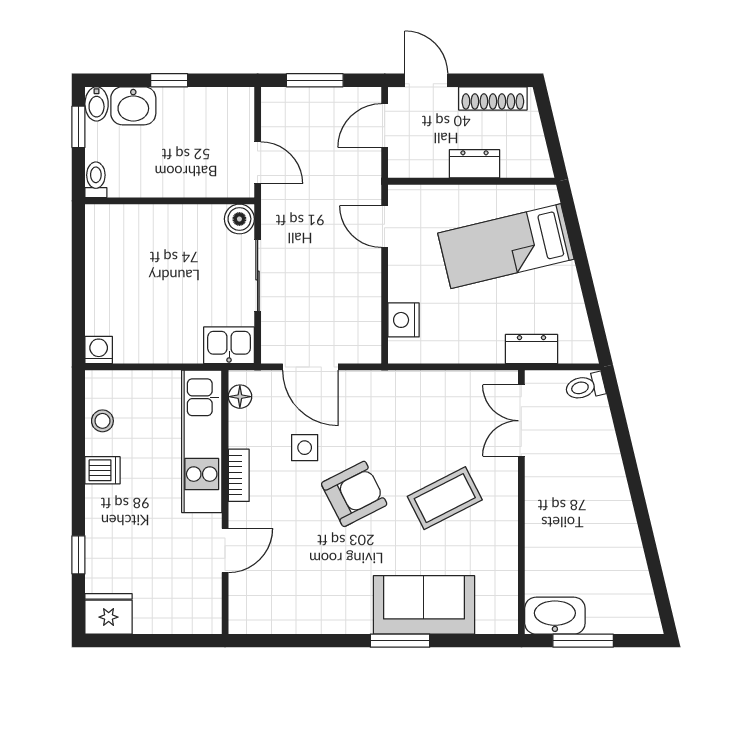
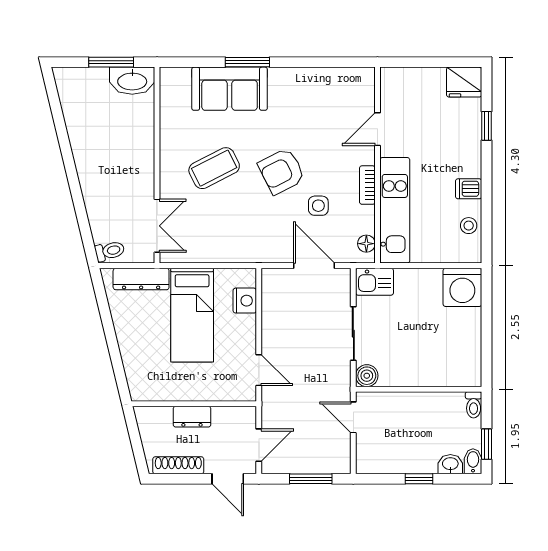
washbasin: (133, 106) -> (450, 464), width x0.72, depth x0.69
bed: (506, 246) -> (192, 315), moved, turned 103
dresser: (532, 349) -> (141, 279), width x1.44
washing machine: (99, 350) -> (462, 287), width x1.89, depth x1.89

